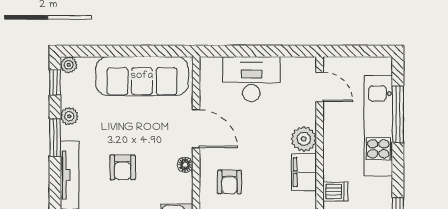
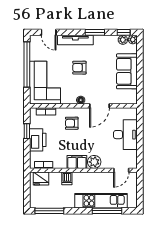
sofa: (142, 76) -> (127, 71), width x0.73
plant: (69, 116) -> (123, 40), moved

